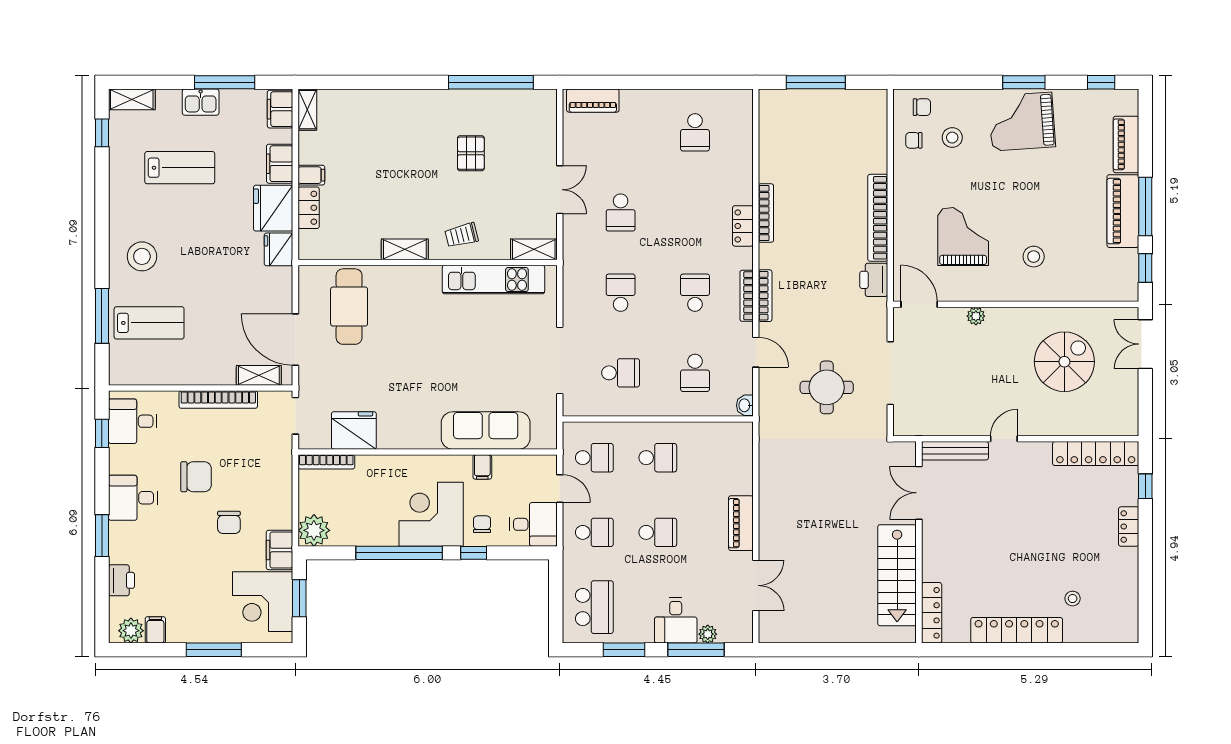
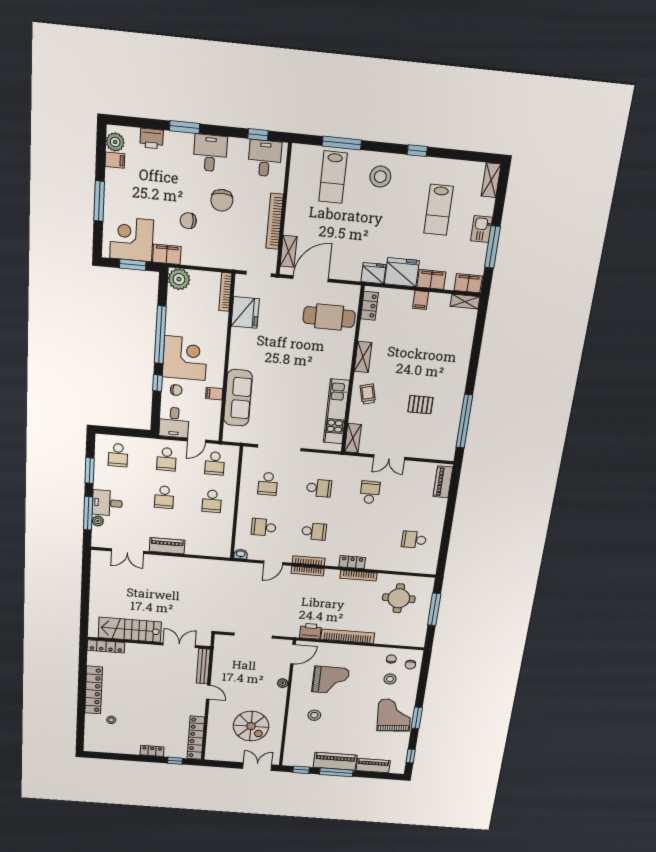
window: (102, 133) -> (417, 151), moved
locker: (309, 208) -> (369, 306), moved, turned -90
school desk: (621, 212) -> (370, 492), turned 90
round table: (827, 387) -> (399, 598), moved
school desk: (594, 607) -> (118, 455), width x0.54

